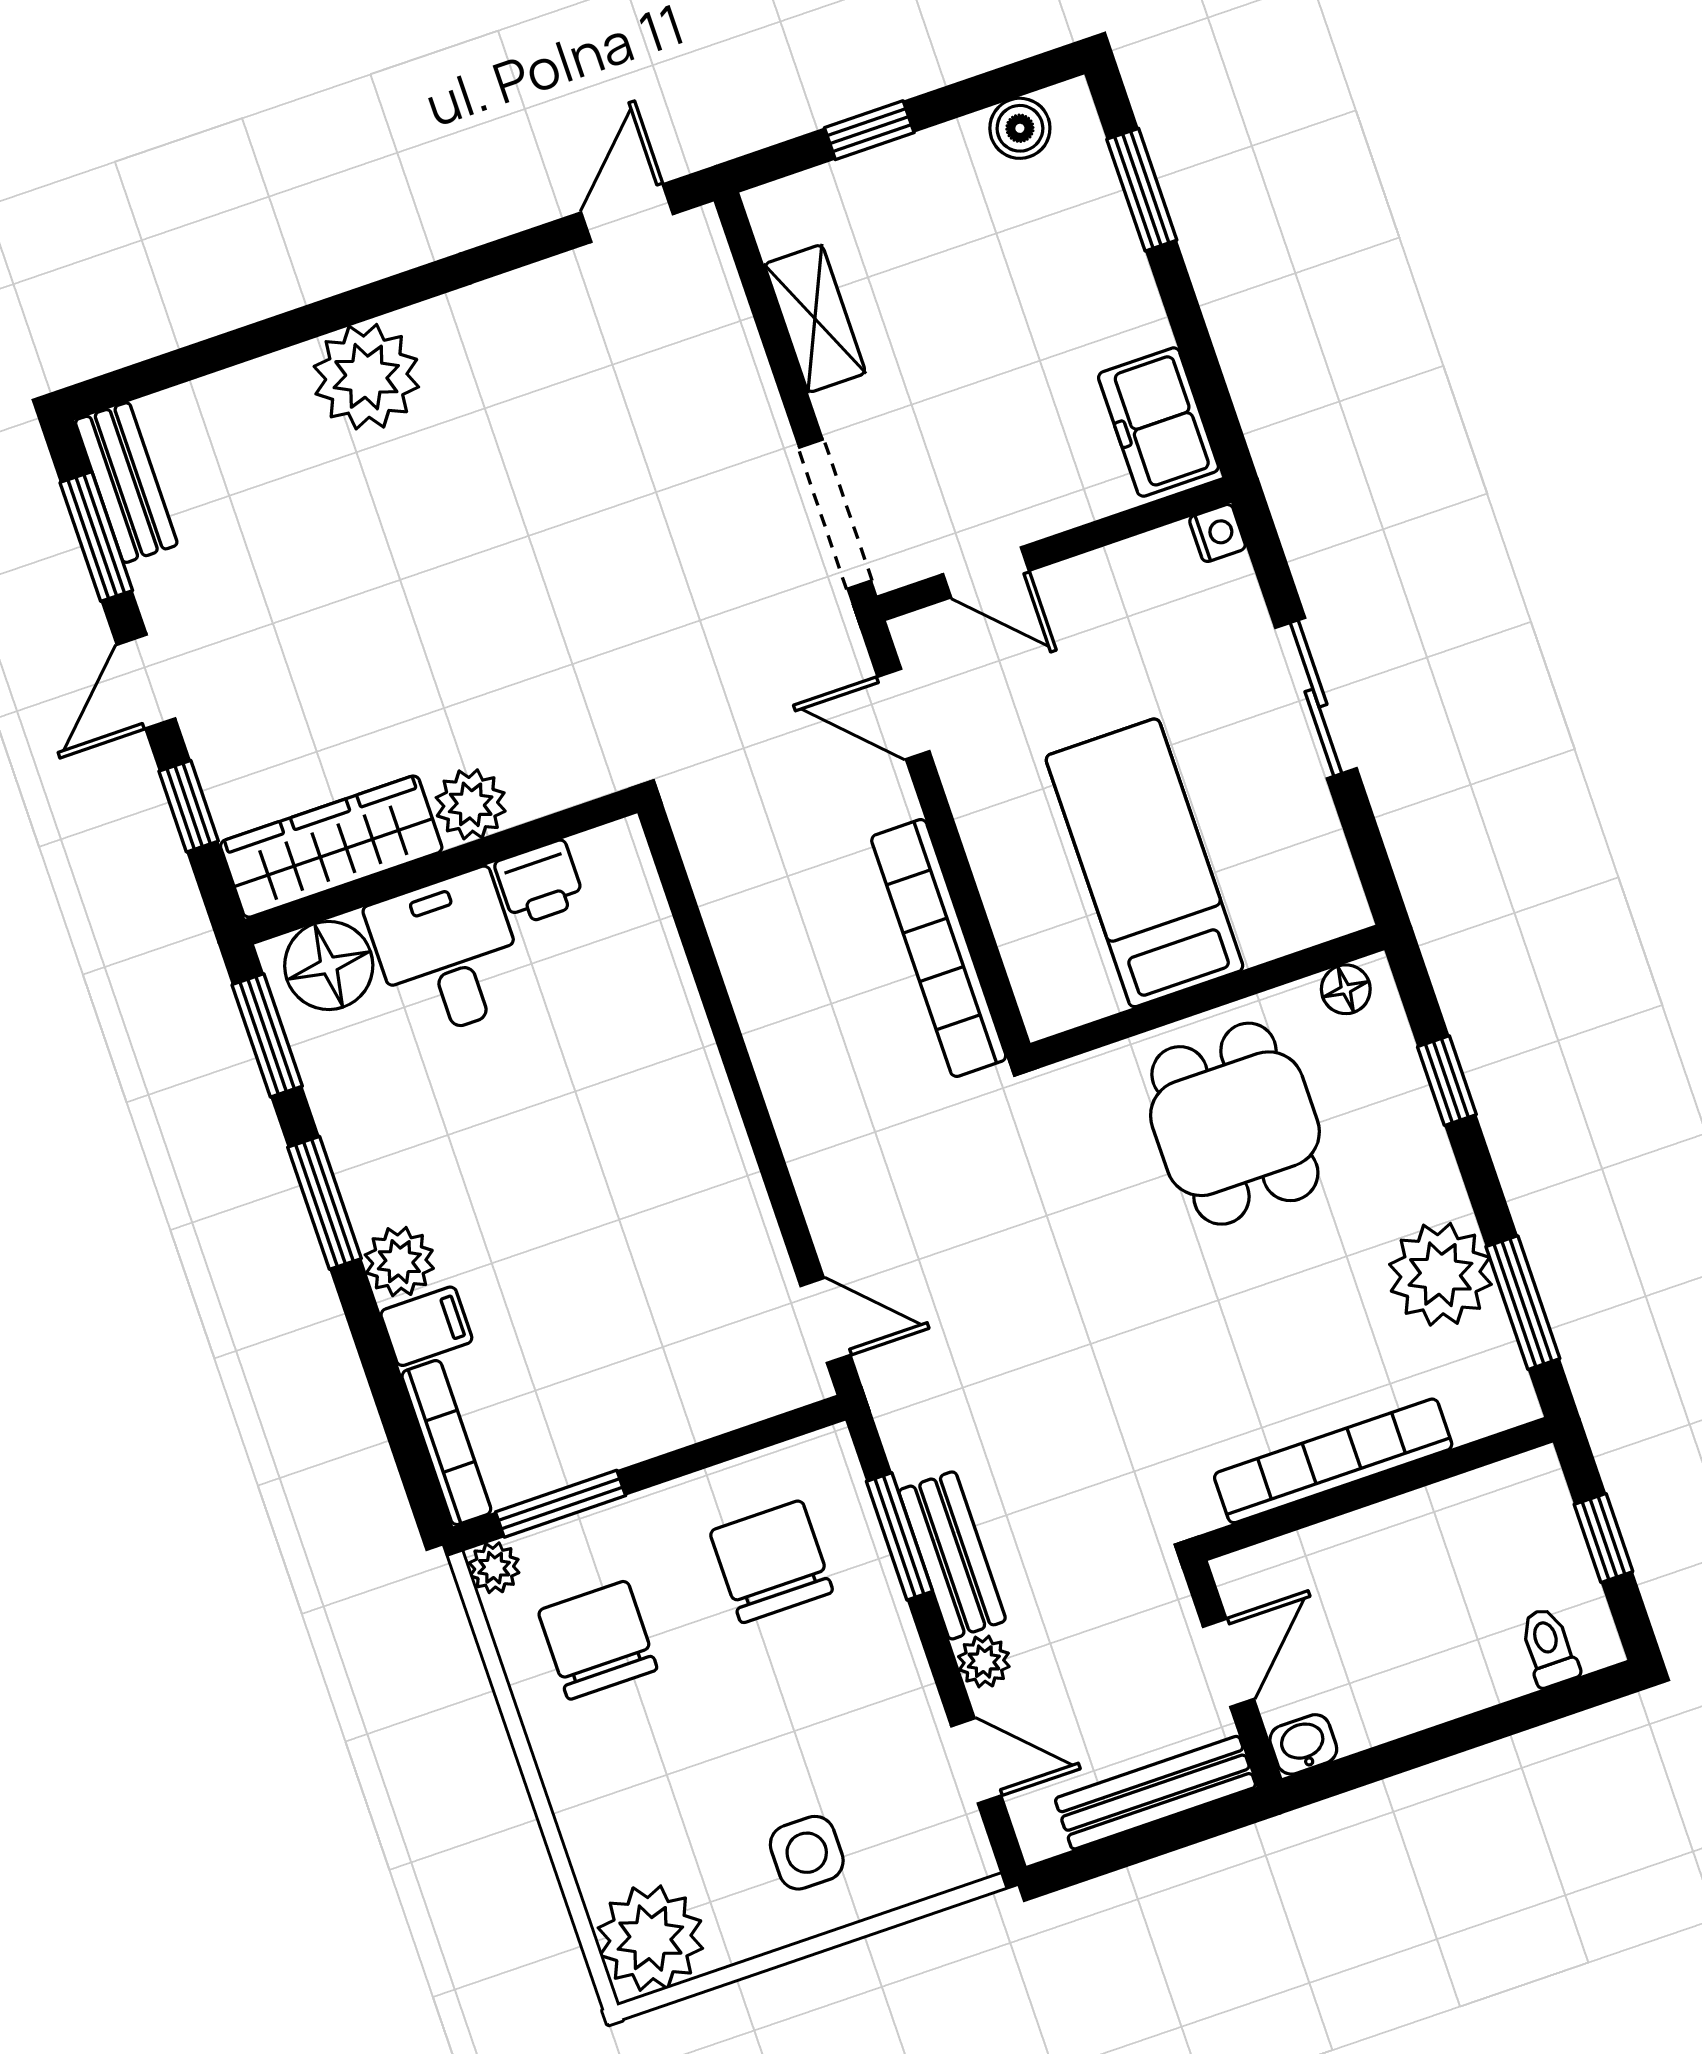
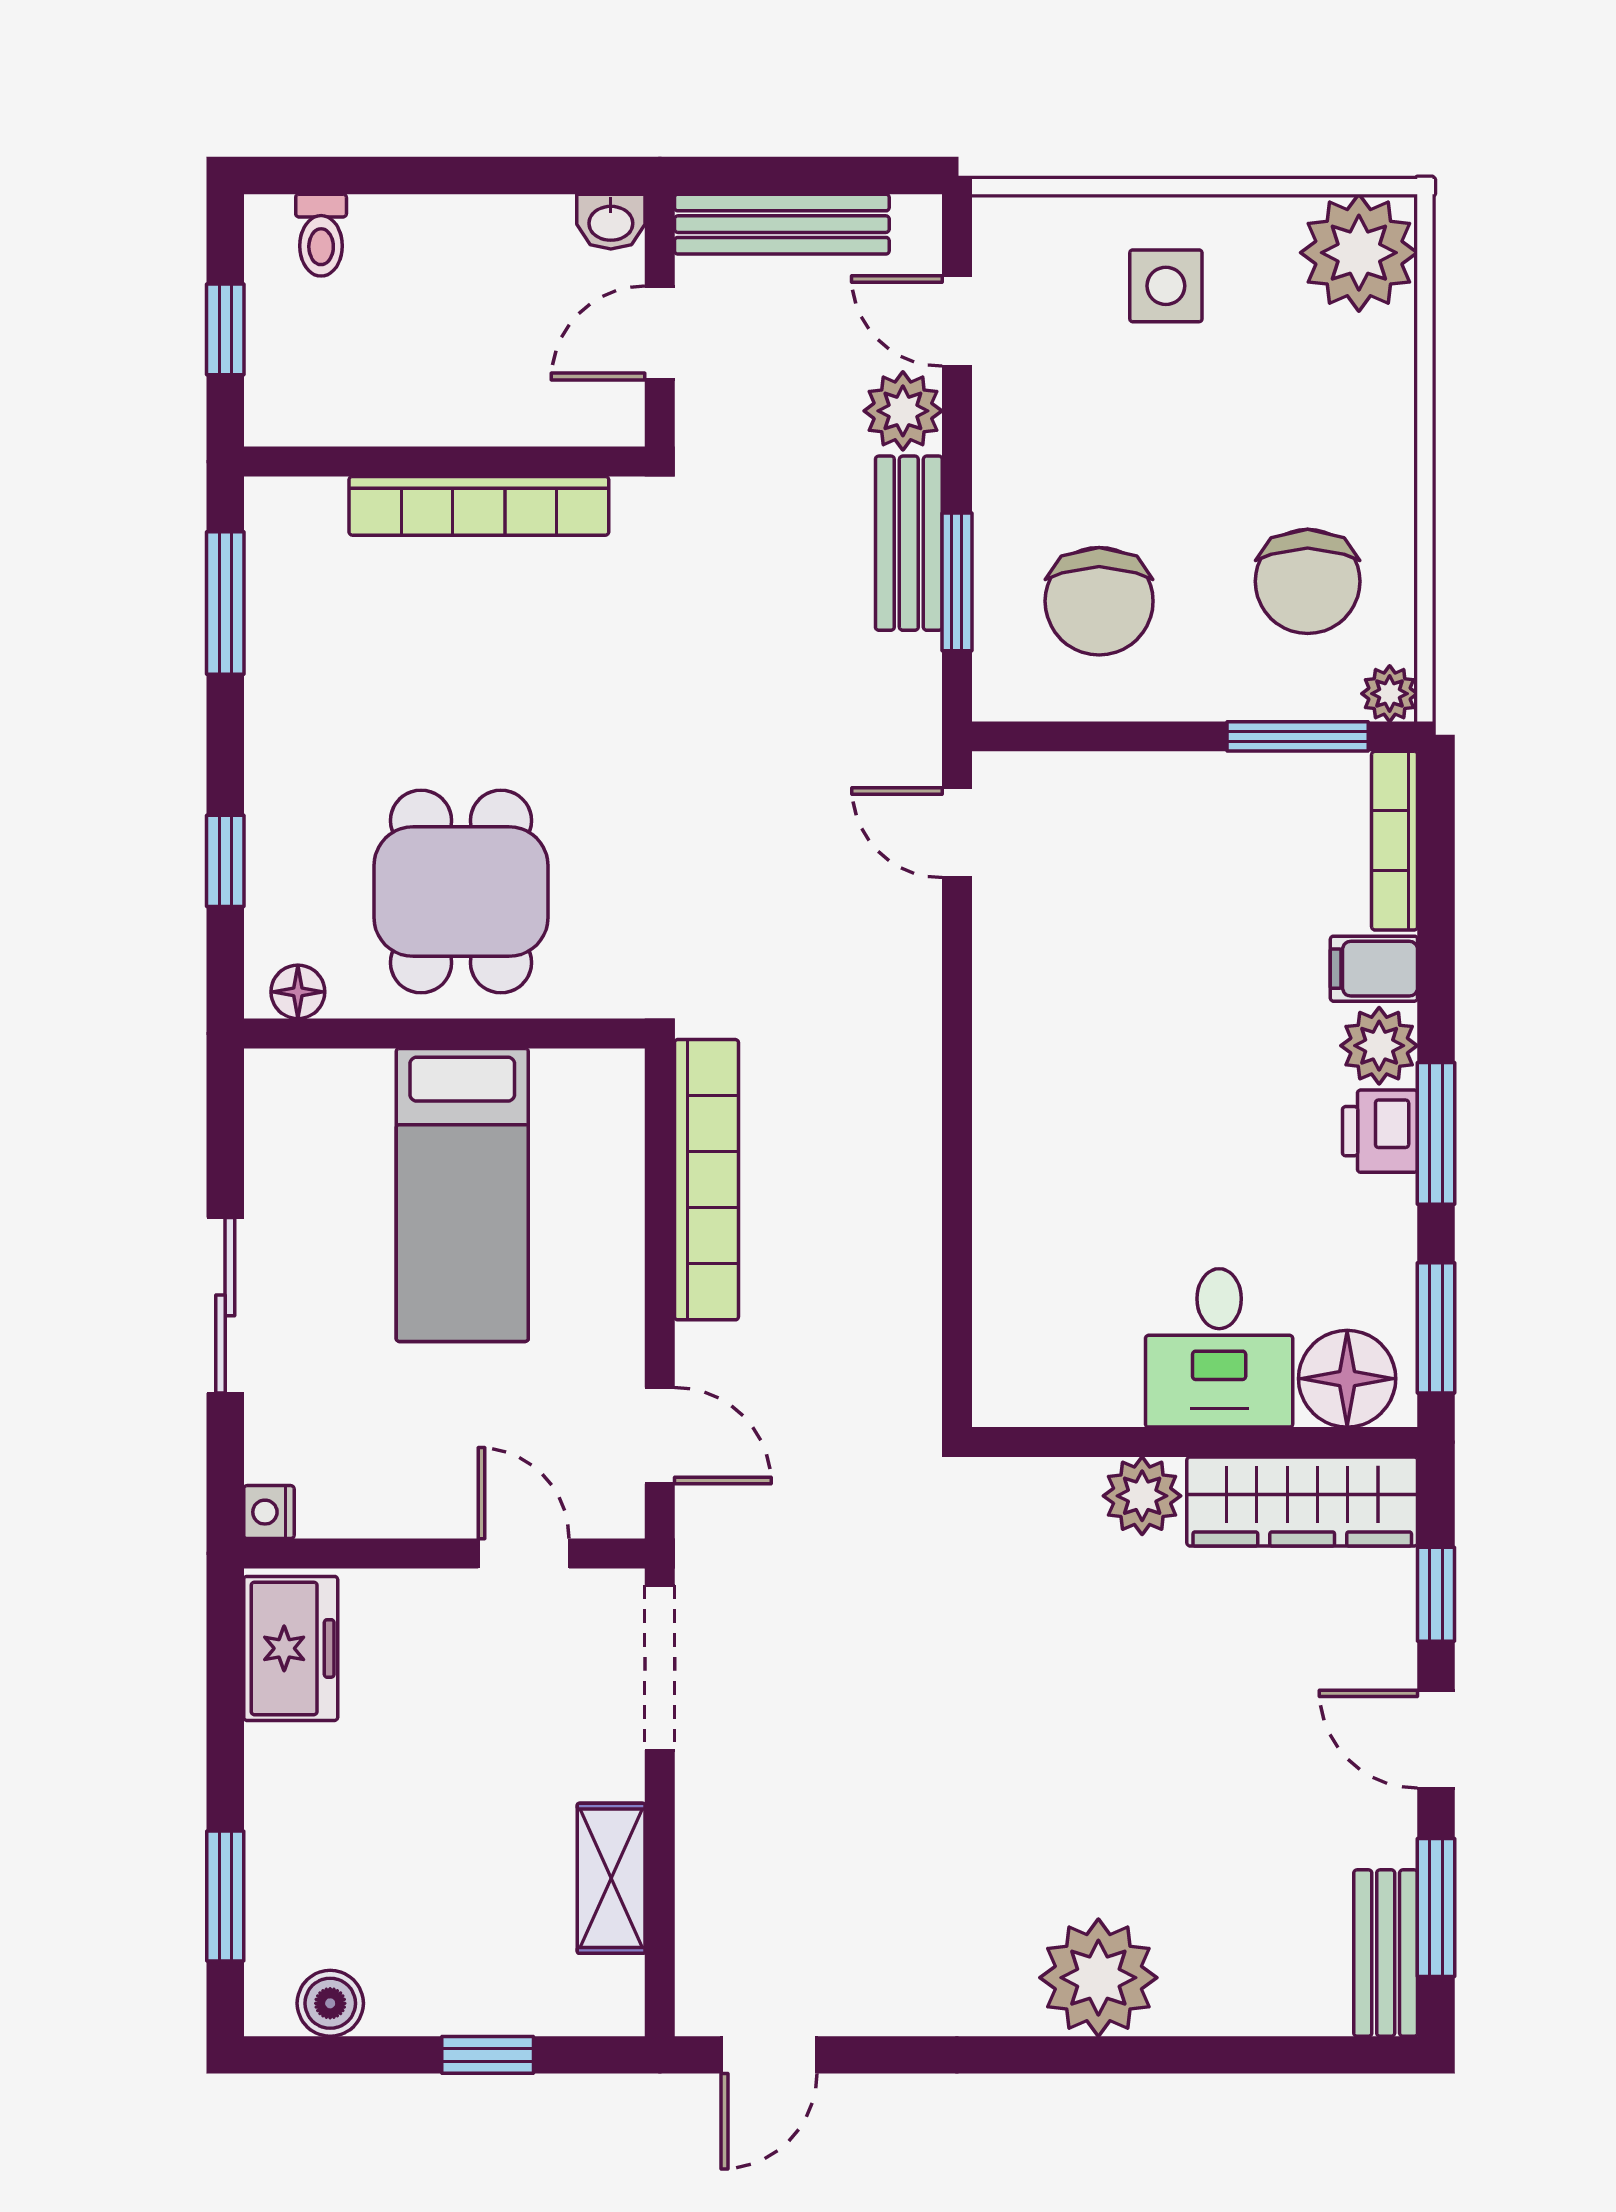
door: (146, 682) -> (1436, 1739), swing flipped
printer: (540, 883) -> (1380, 1131), moved, turned -90
plant: (1440, 1274) -> (301, 662), removed
plant: (984, 1662) -> (903, 411), width x1.38, depth x1.38

